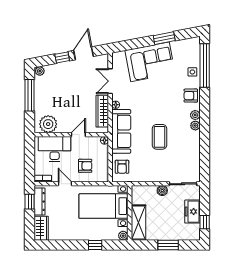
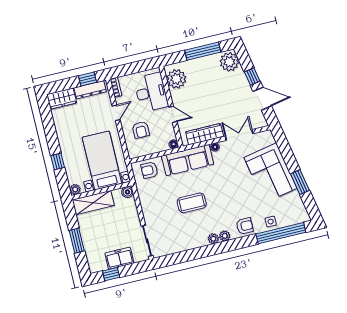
plant: (40, 71) -> (229, 62), width x1.88, depth x1.88
armchair: (191, 96) -> (245, 226), turned 90
boiler: (162, 191) -> (127, 192), moved

